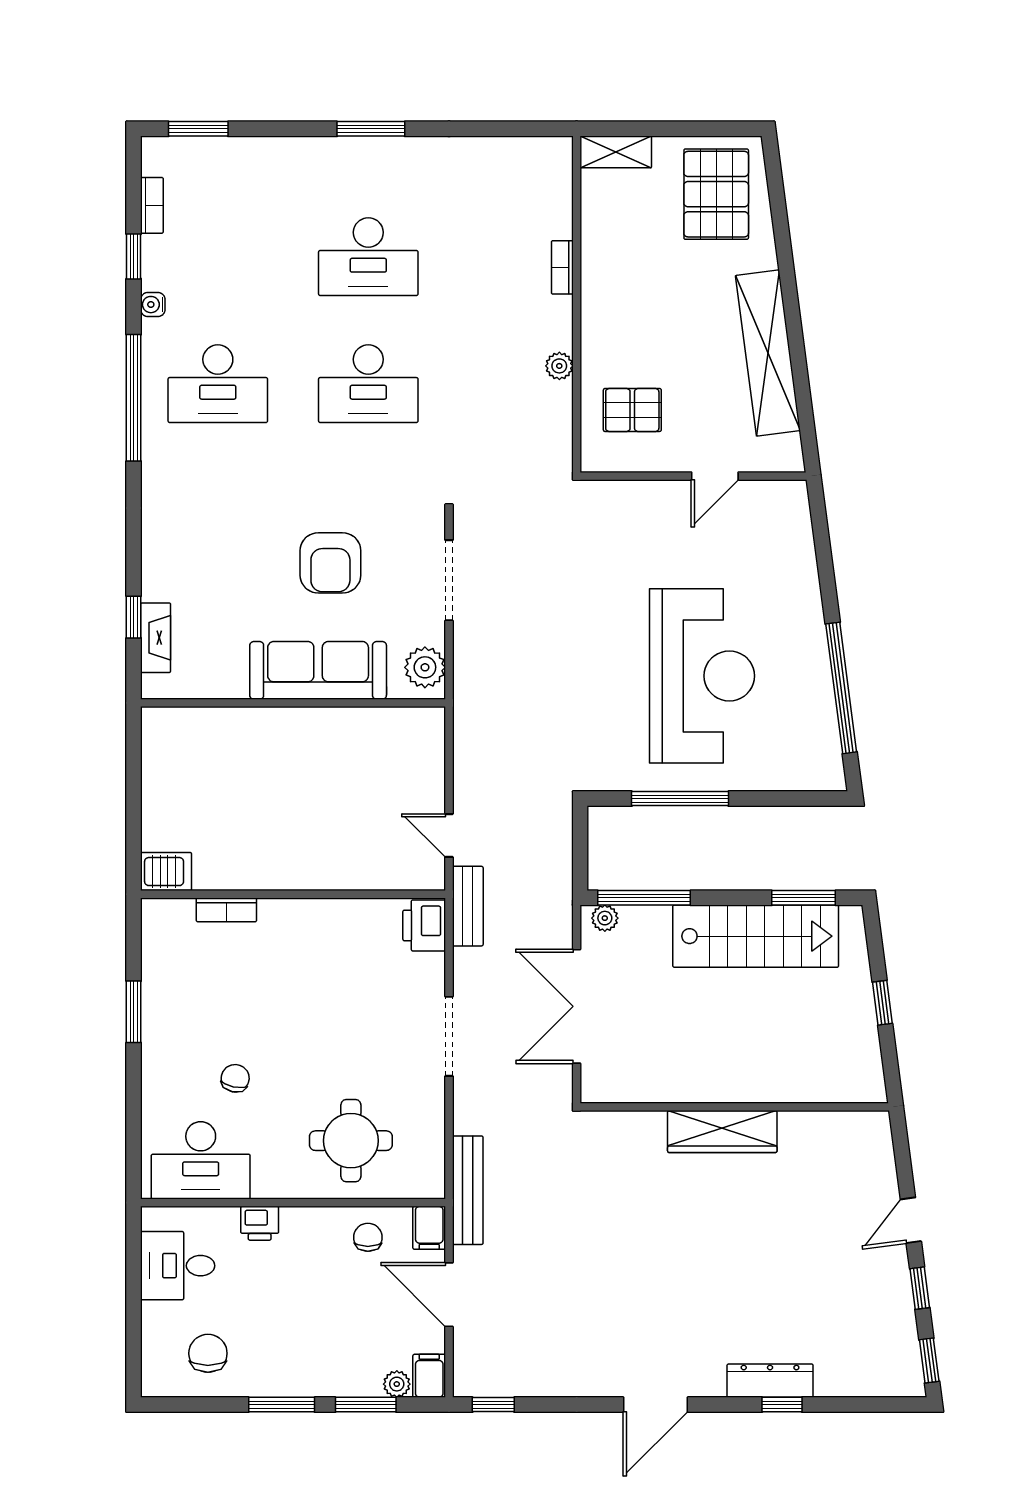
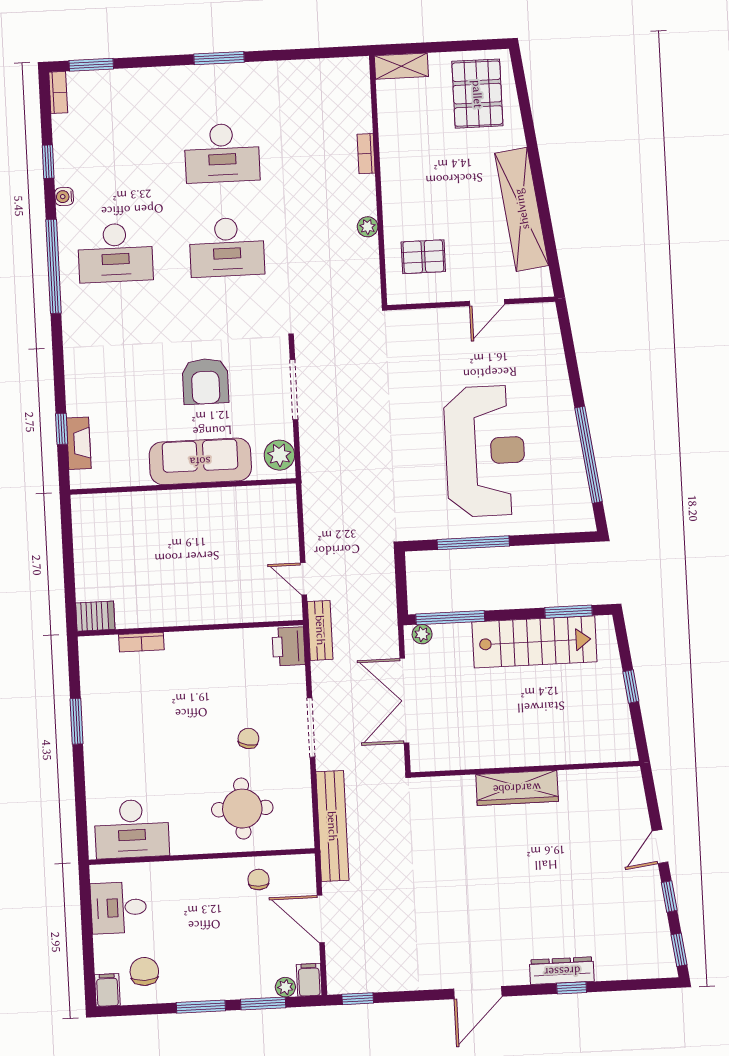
bookcase: (152, 205) -> (58, 92), moved
chair: (235, 1078) -> (248, 738), moved
bench: (468, 1190) -> (332, 826), width x1.37, depth x1.21
printer: (260, 1223) -> (178, 873), removed
filing cabinet: (429, 1228) -> (107, 990), moved, turned 180

